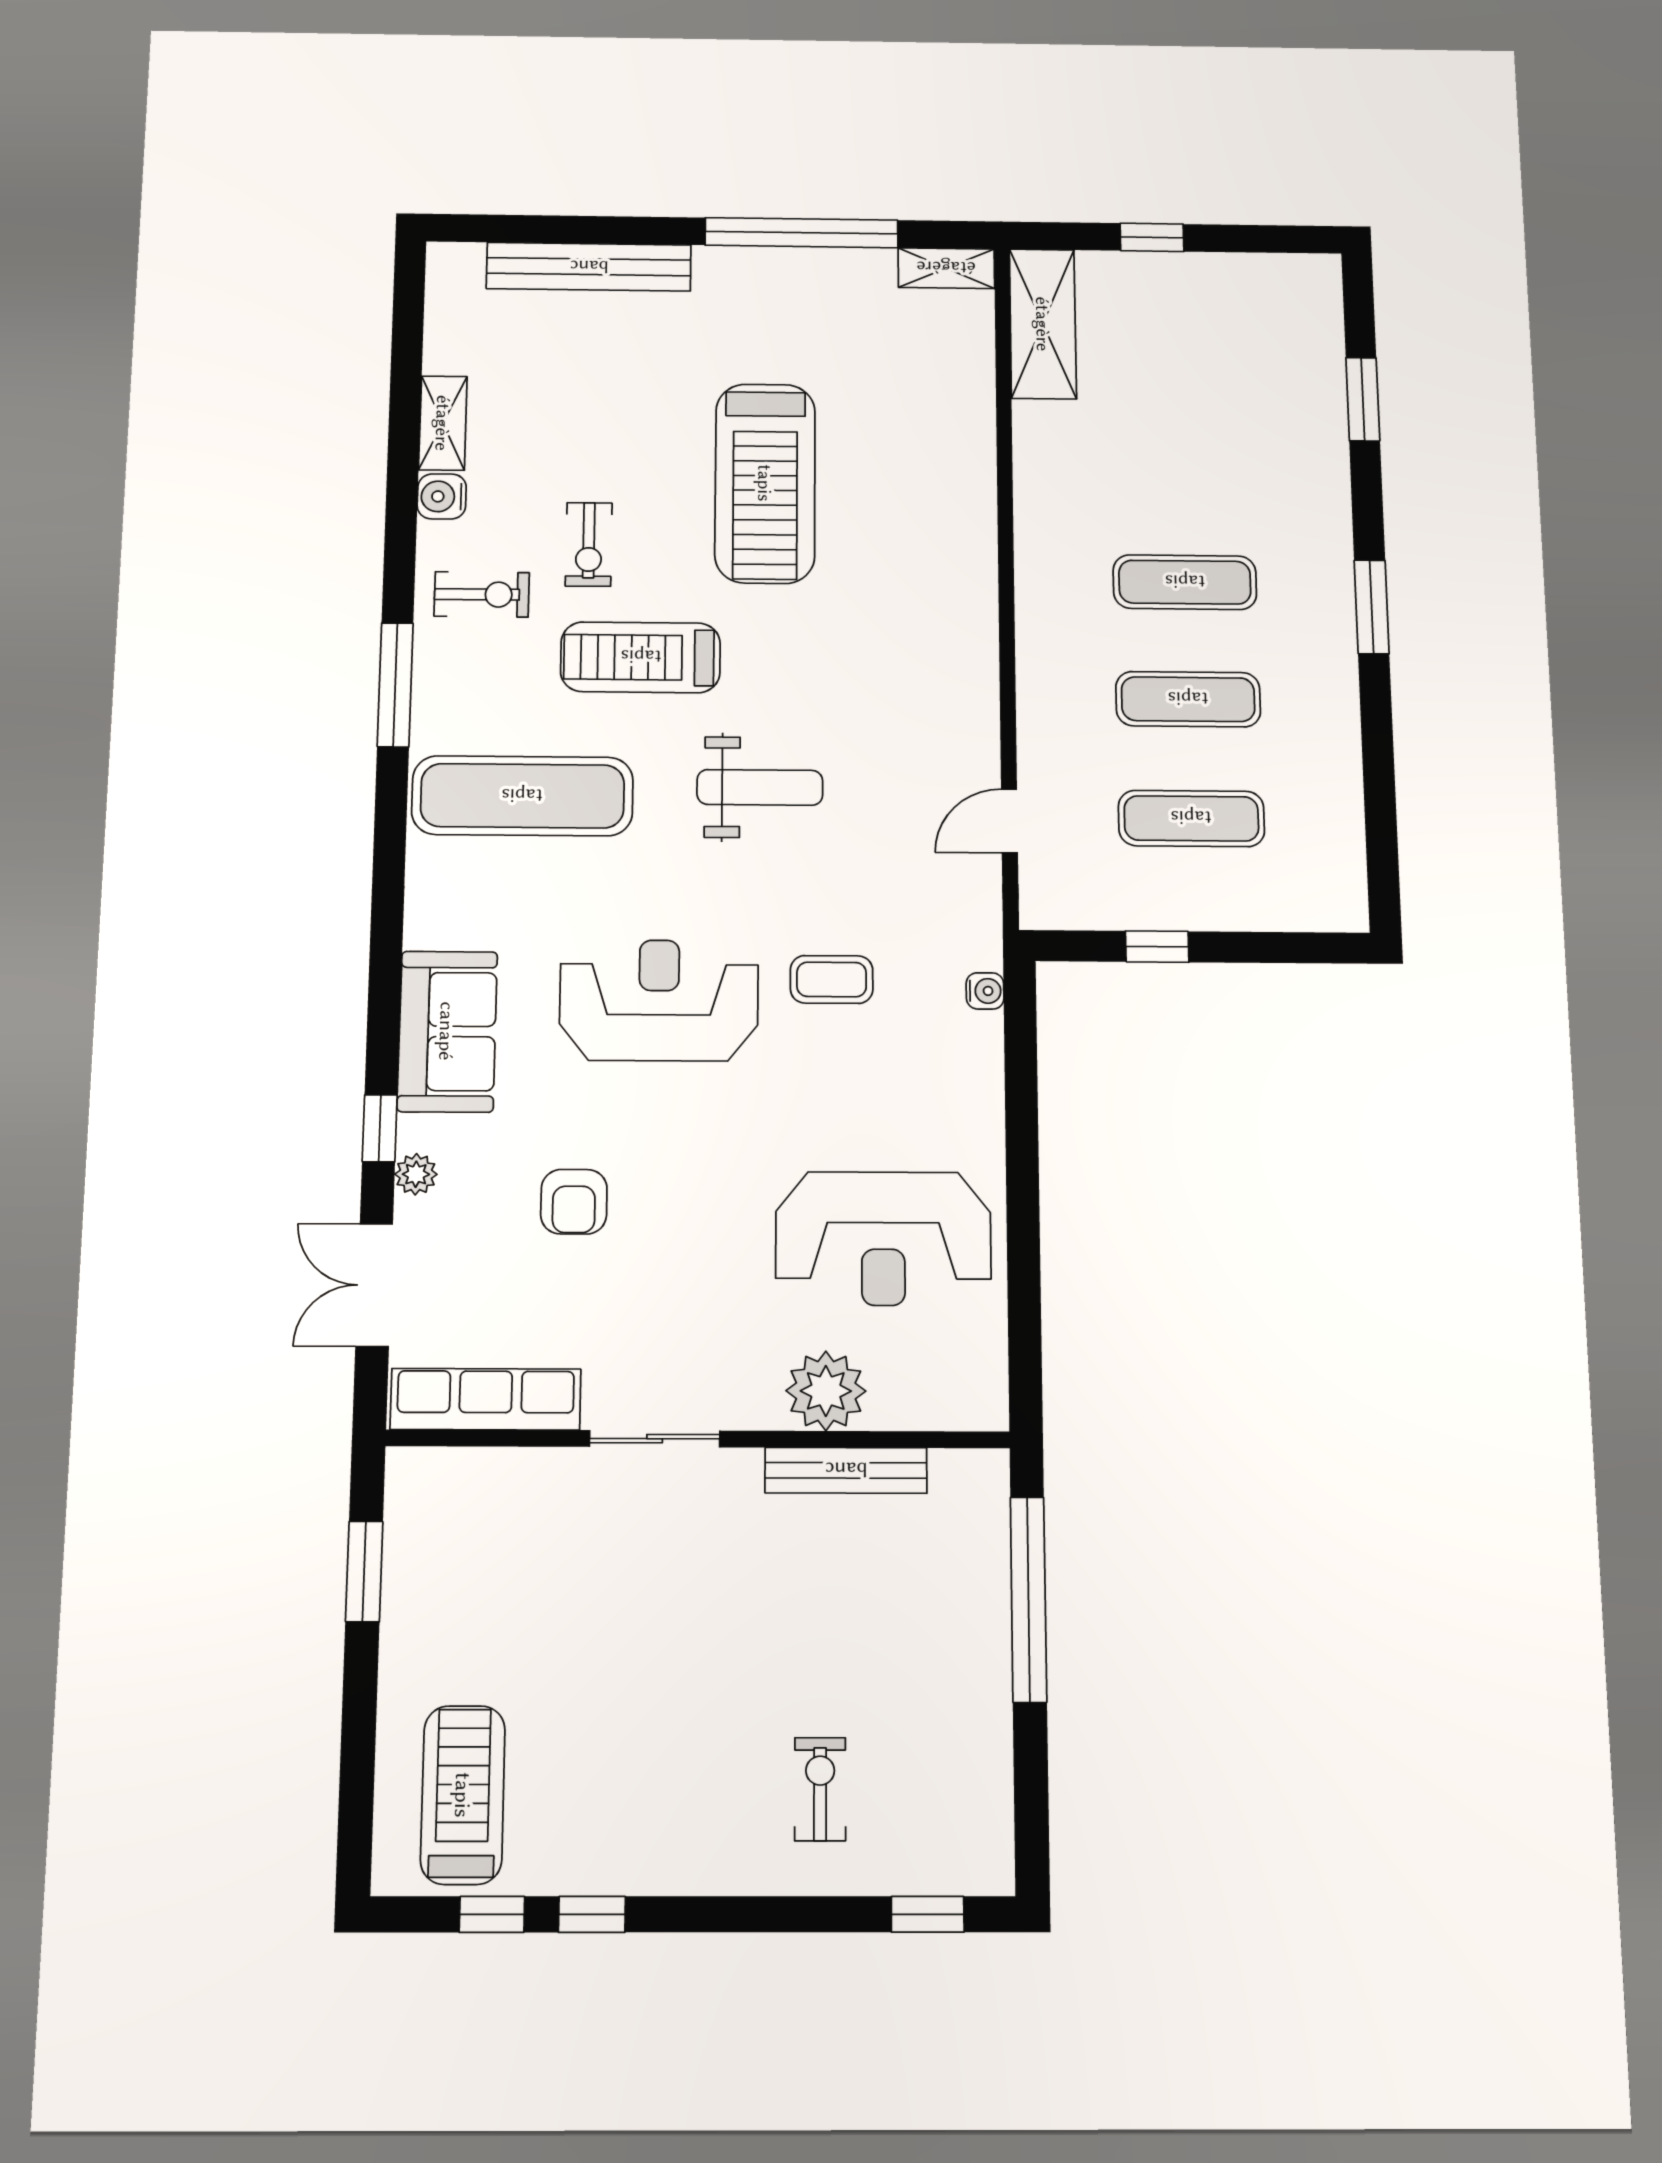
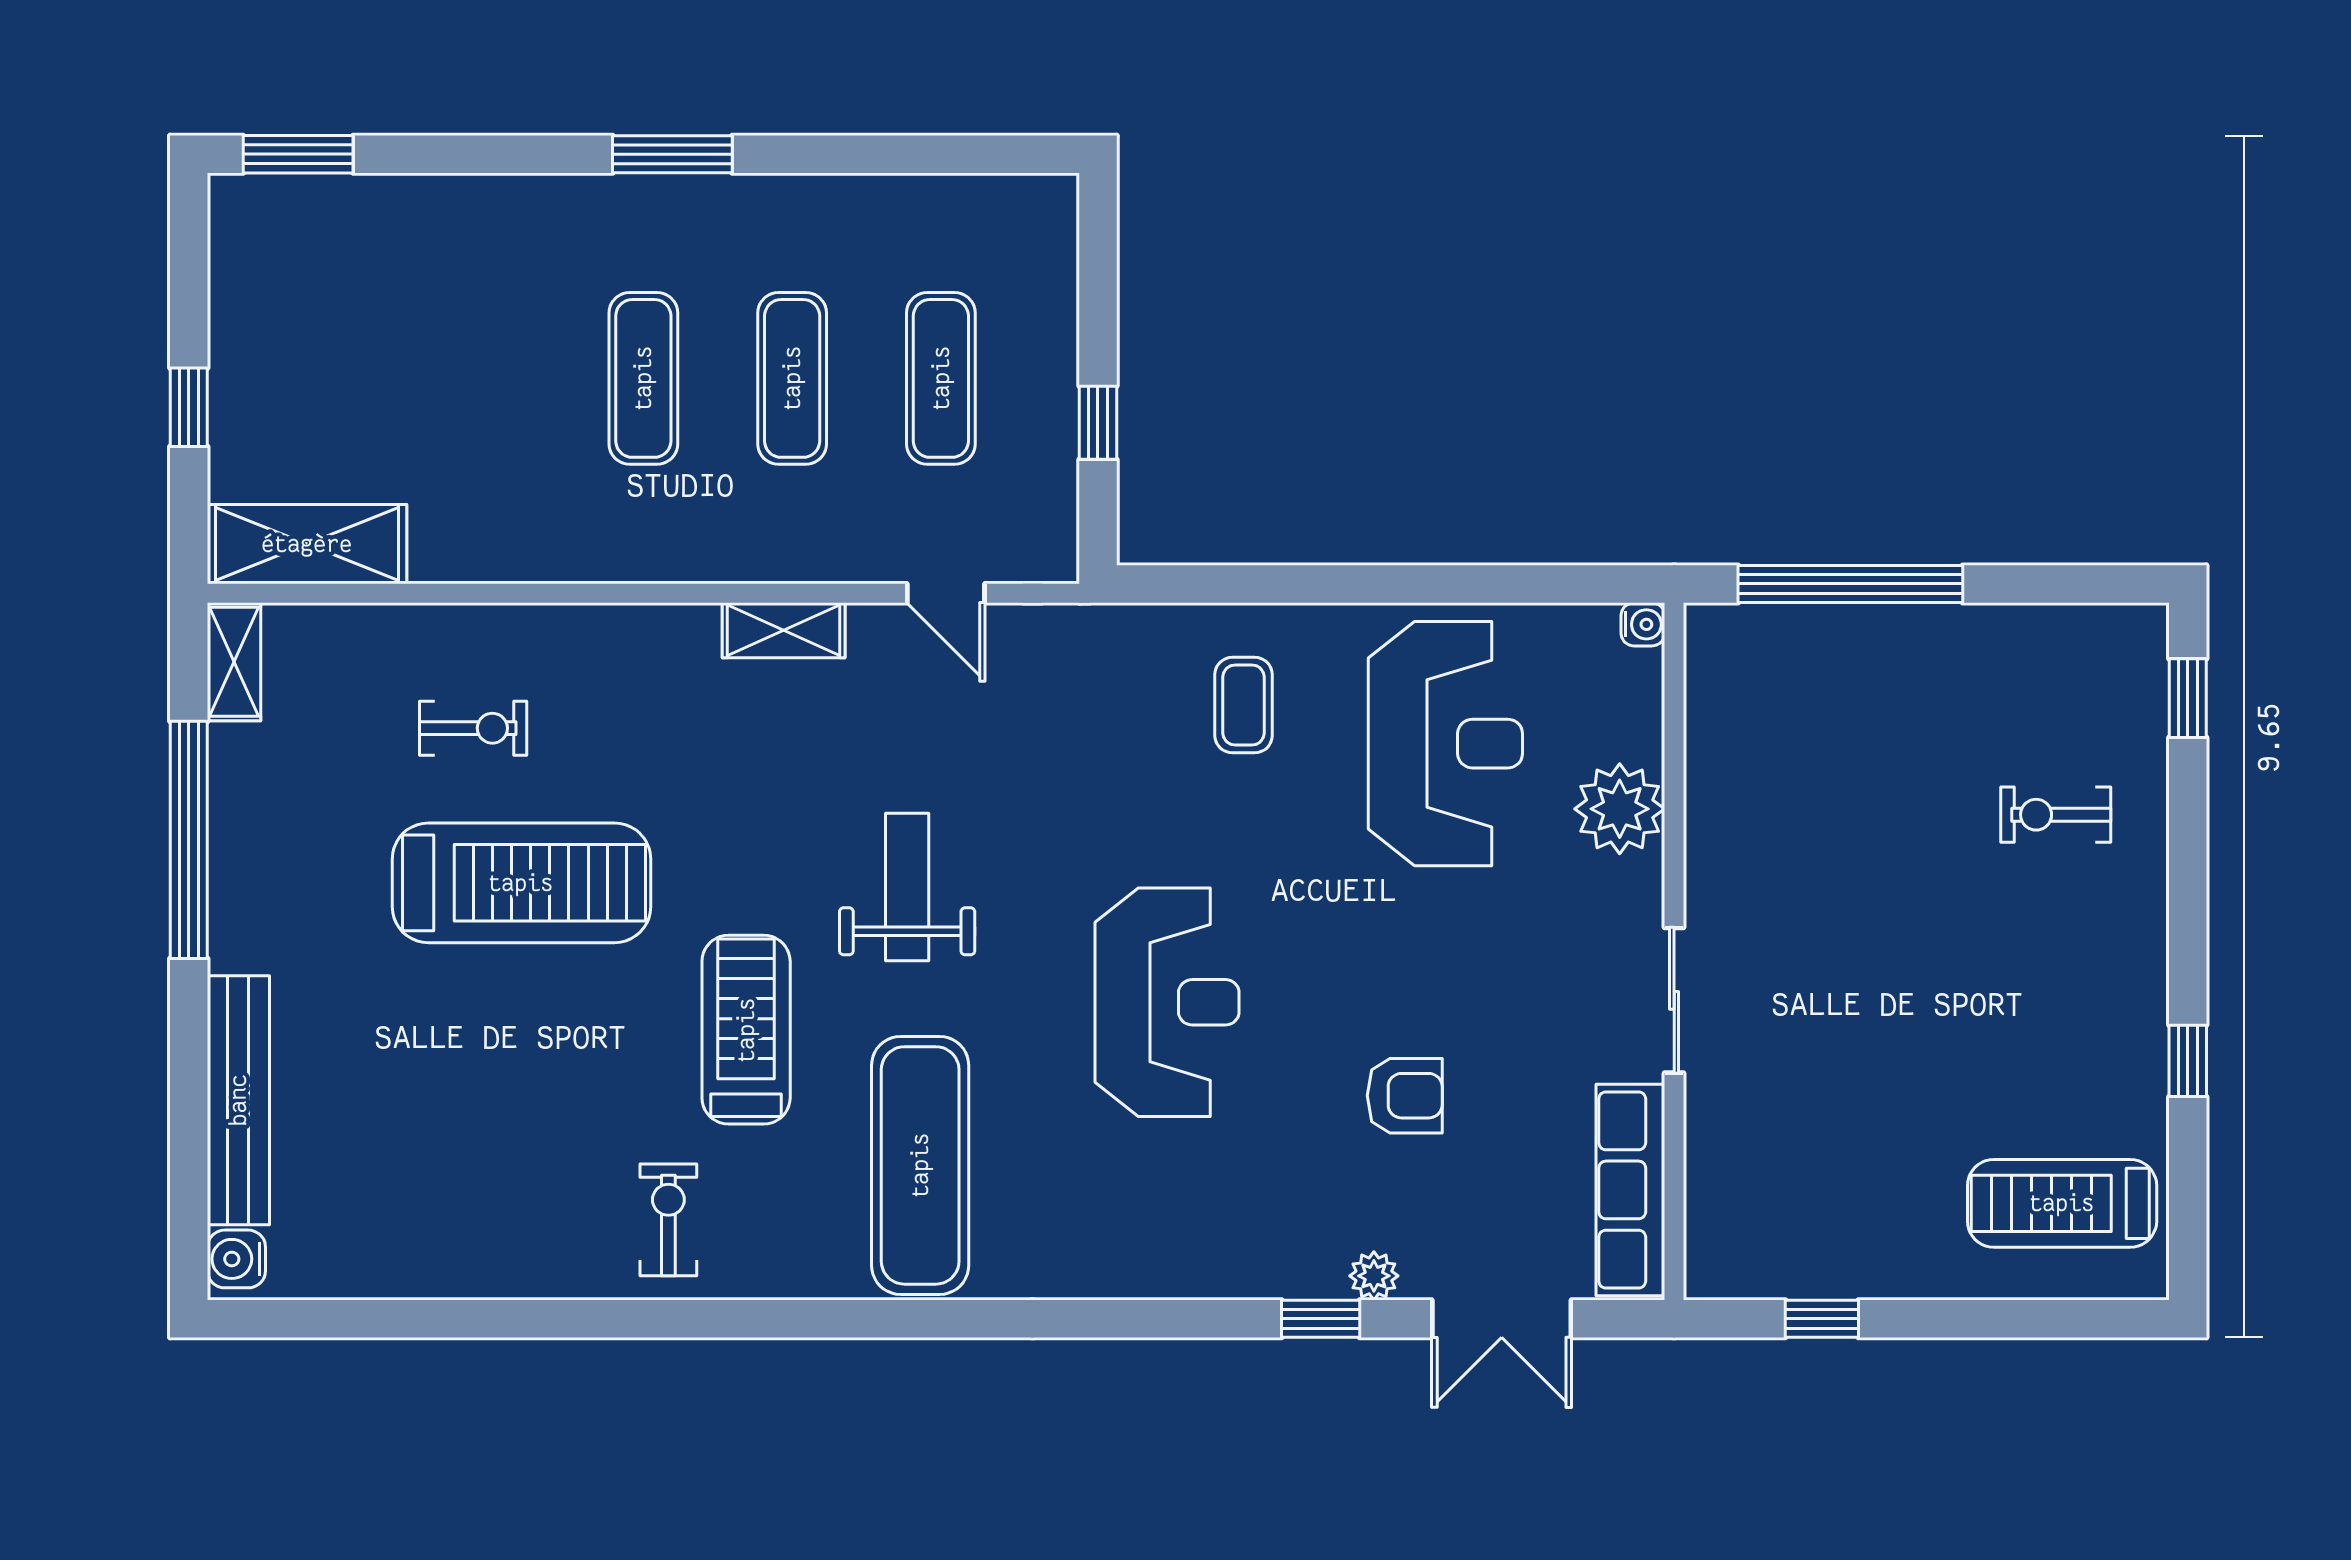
window: (1363, 399) -> (298, 154), moved
shelving: (443, 423) -> (784, 630), moved
water cooler: (442, 496) -> (236, 1259), moved, turned 90
exercise bike: (589, 544) -> (473, 728), moved
treadmill: (641, 657) -> (746, 1030), turned 180
window: (395, 685) -> (784, 1319), removed
coffee table: (832, 979) -> (1244, 705), moved
water cooler: (985, 991) -> (1643, 624), moved, turned 90
reception desk: (659, 1000) -> (1167, 1002), turned 180
sofa: (447, 1031) -> (1206, 1245), removed
bench: (846, 1470) -> (1709, 786), removed
window: (364, 1571) -> (1822, 1319), width x0.67
window: (492, 1914) -> (2188, 1169), removed

